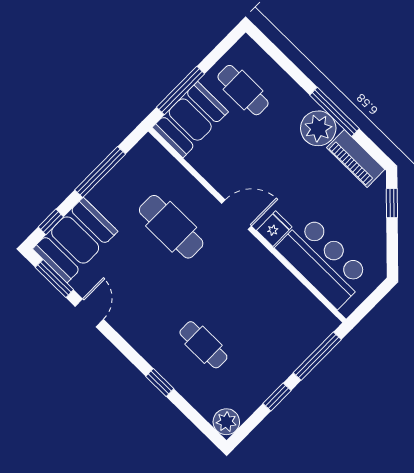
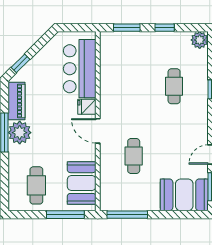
booth: (190, 120) -> (82, 183), moved, turned 90
window: (100, 172) -> (127, 215), moved
window: (51, 222) -> (187, 215), removed
cafe table: (171, 227) -> (134, 156), width x0.73, depth x0.74
window: (317, 356) -> (127, 28), width x0.69

